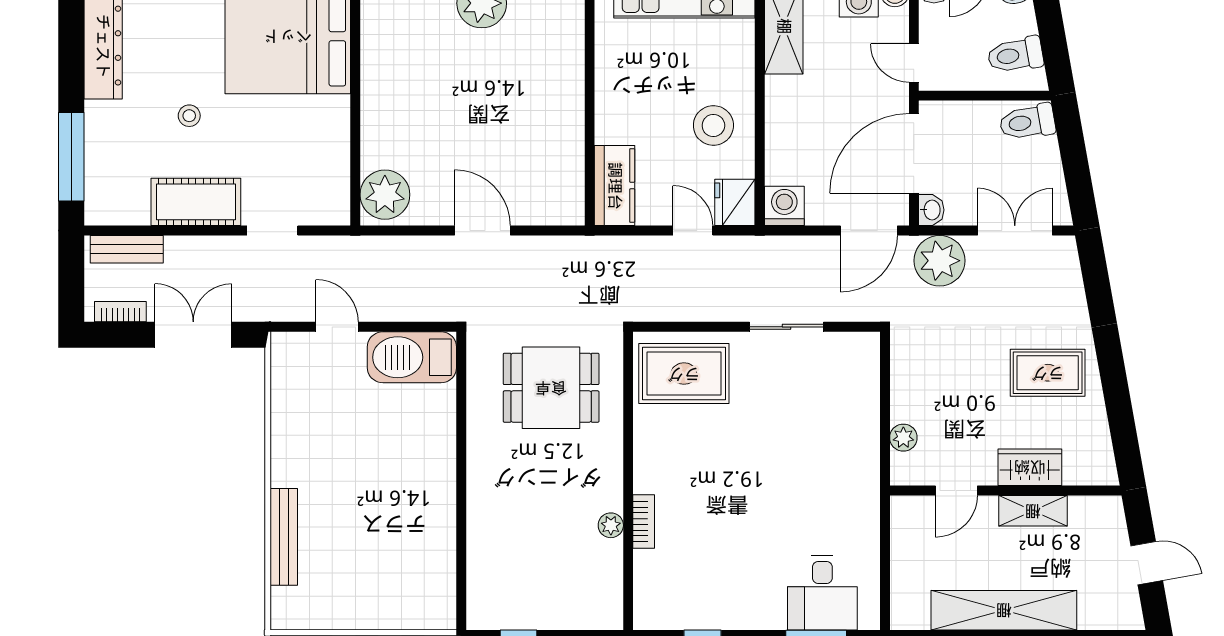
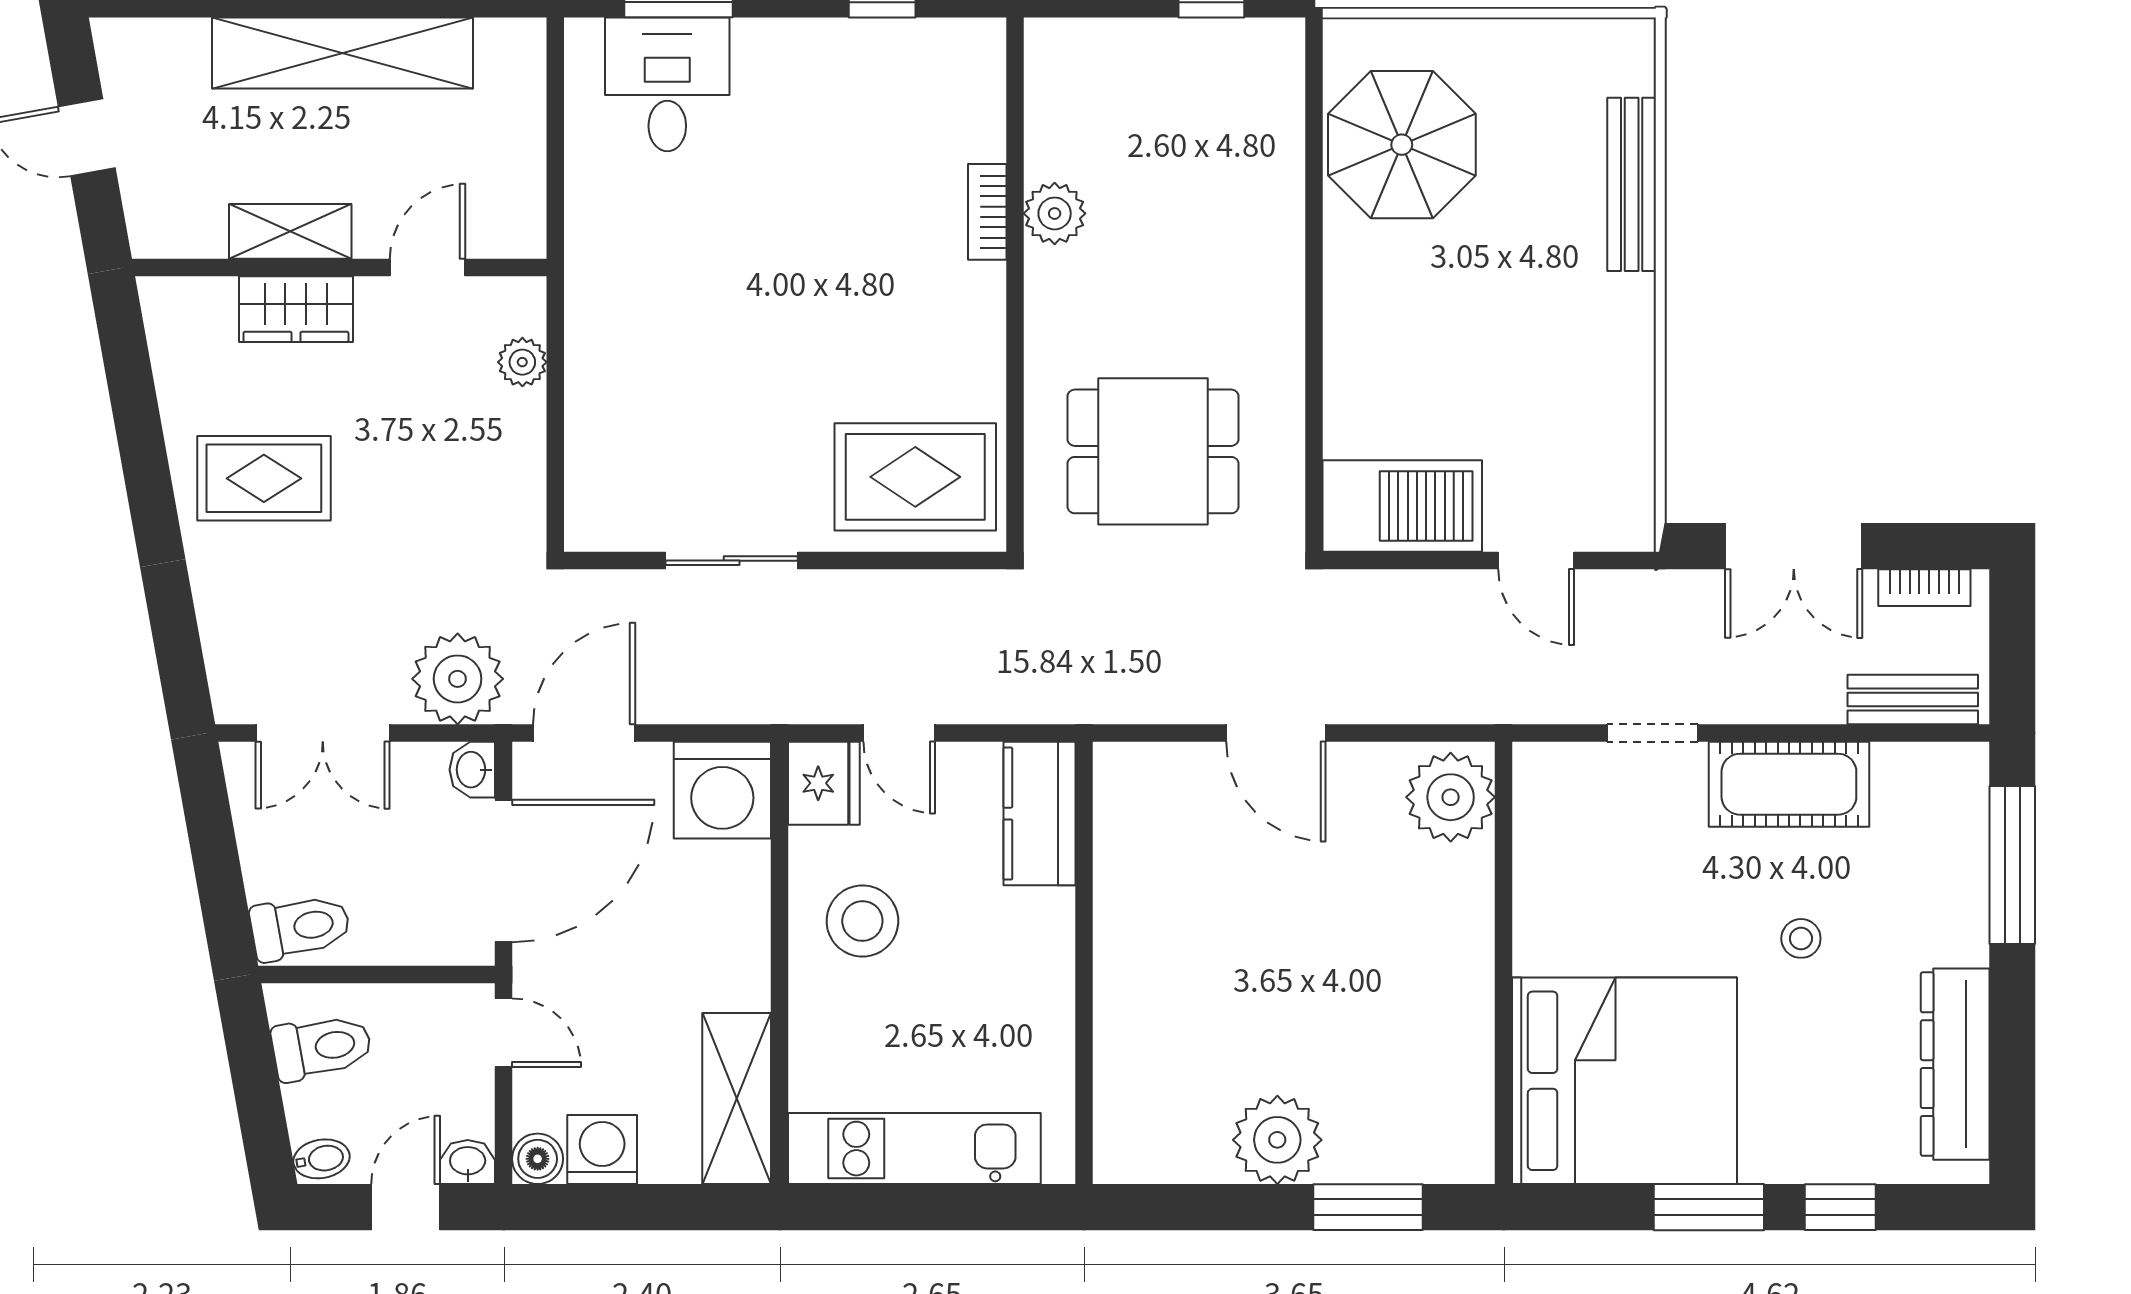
washing machine: (784, 206) -> (722, 790), width x1.37, depth x1.37
plant: (611, 525) -> (1055, 213), width x1.38, depth x1.38
parasol: (412, 559) -> (1402, 145), added

